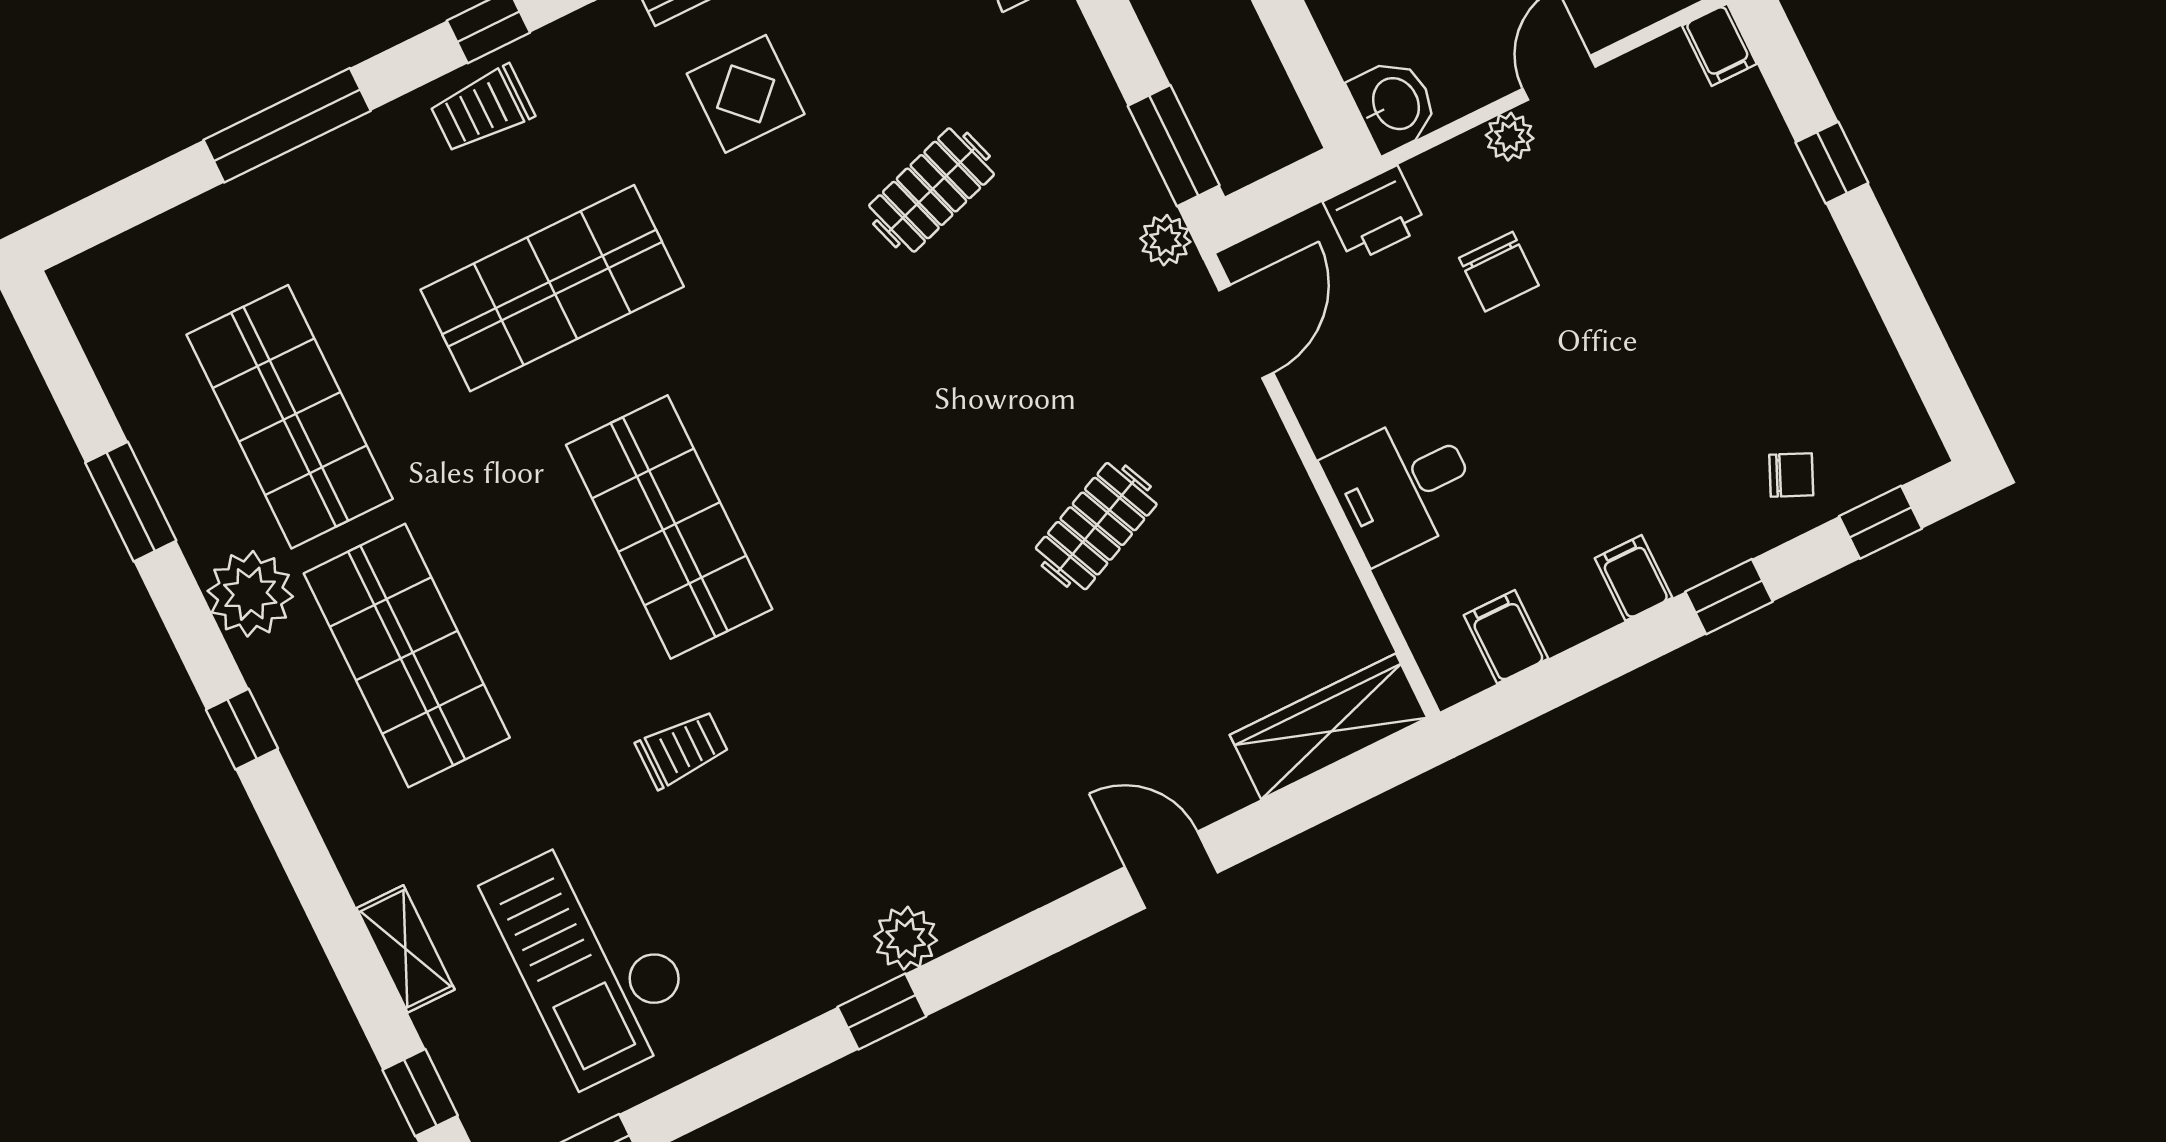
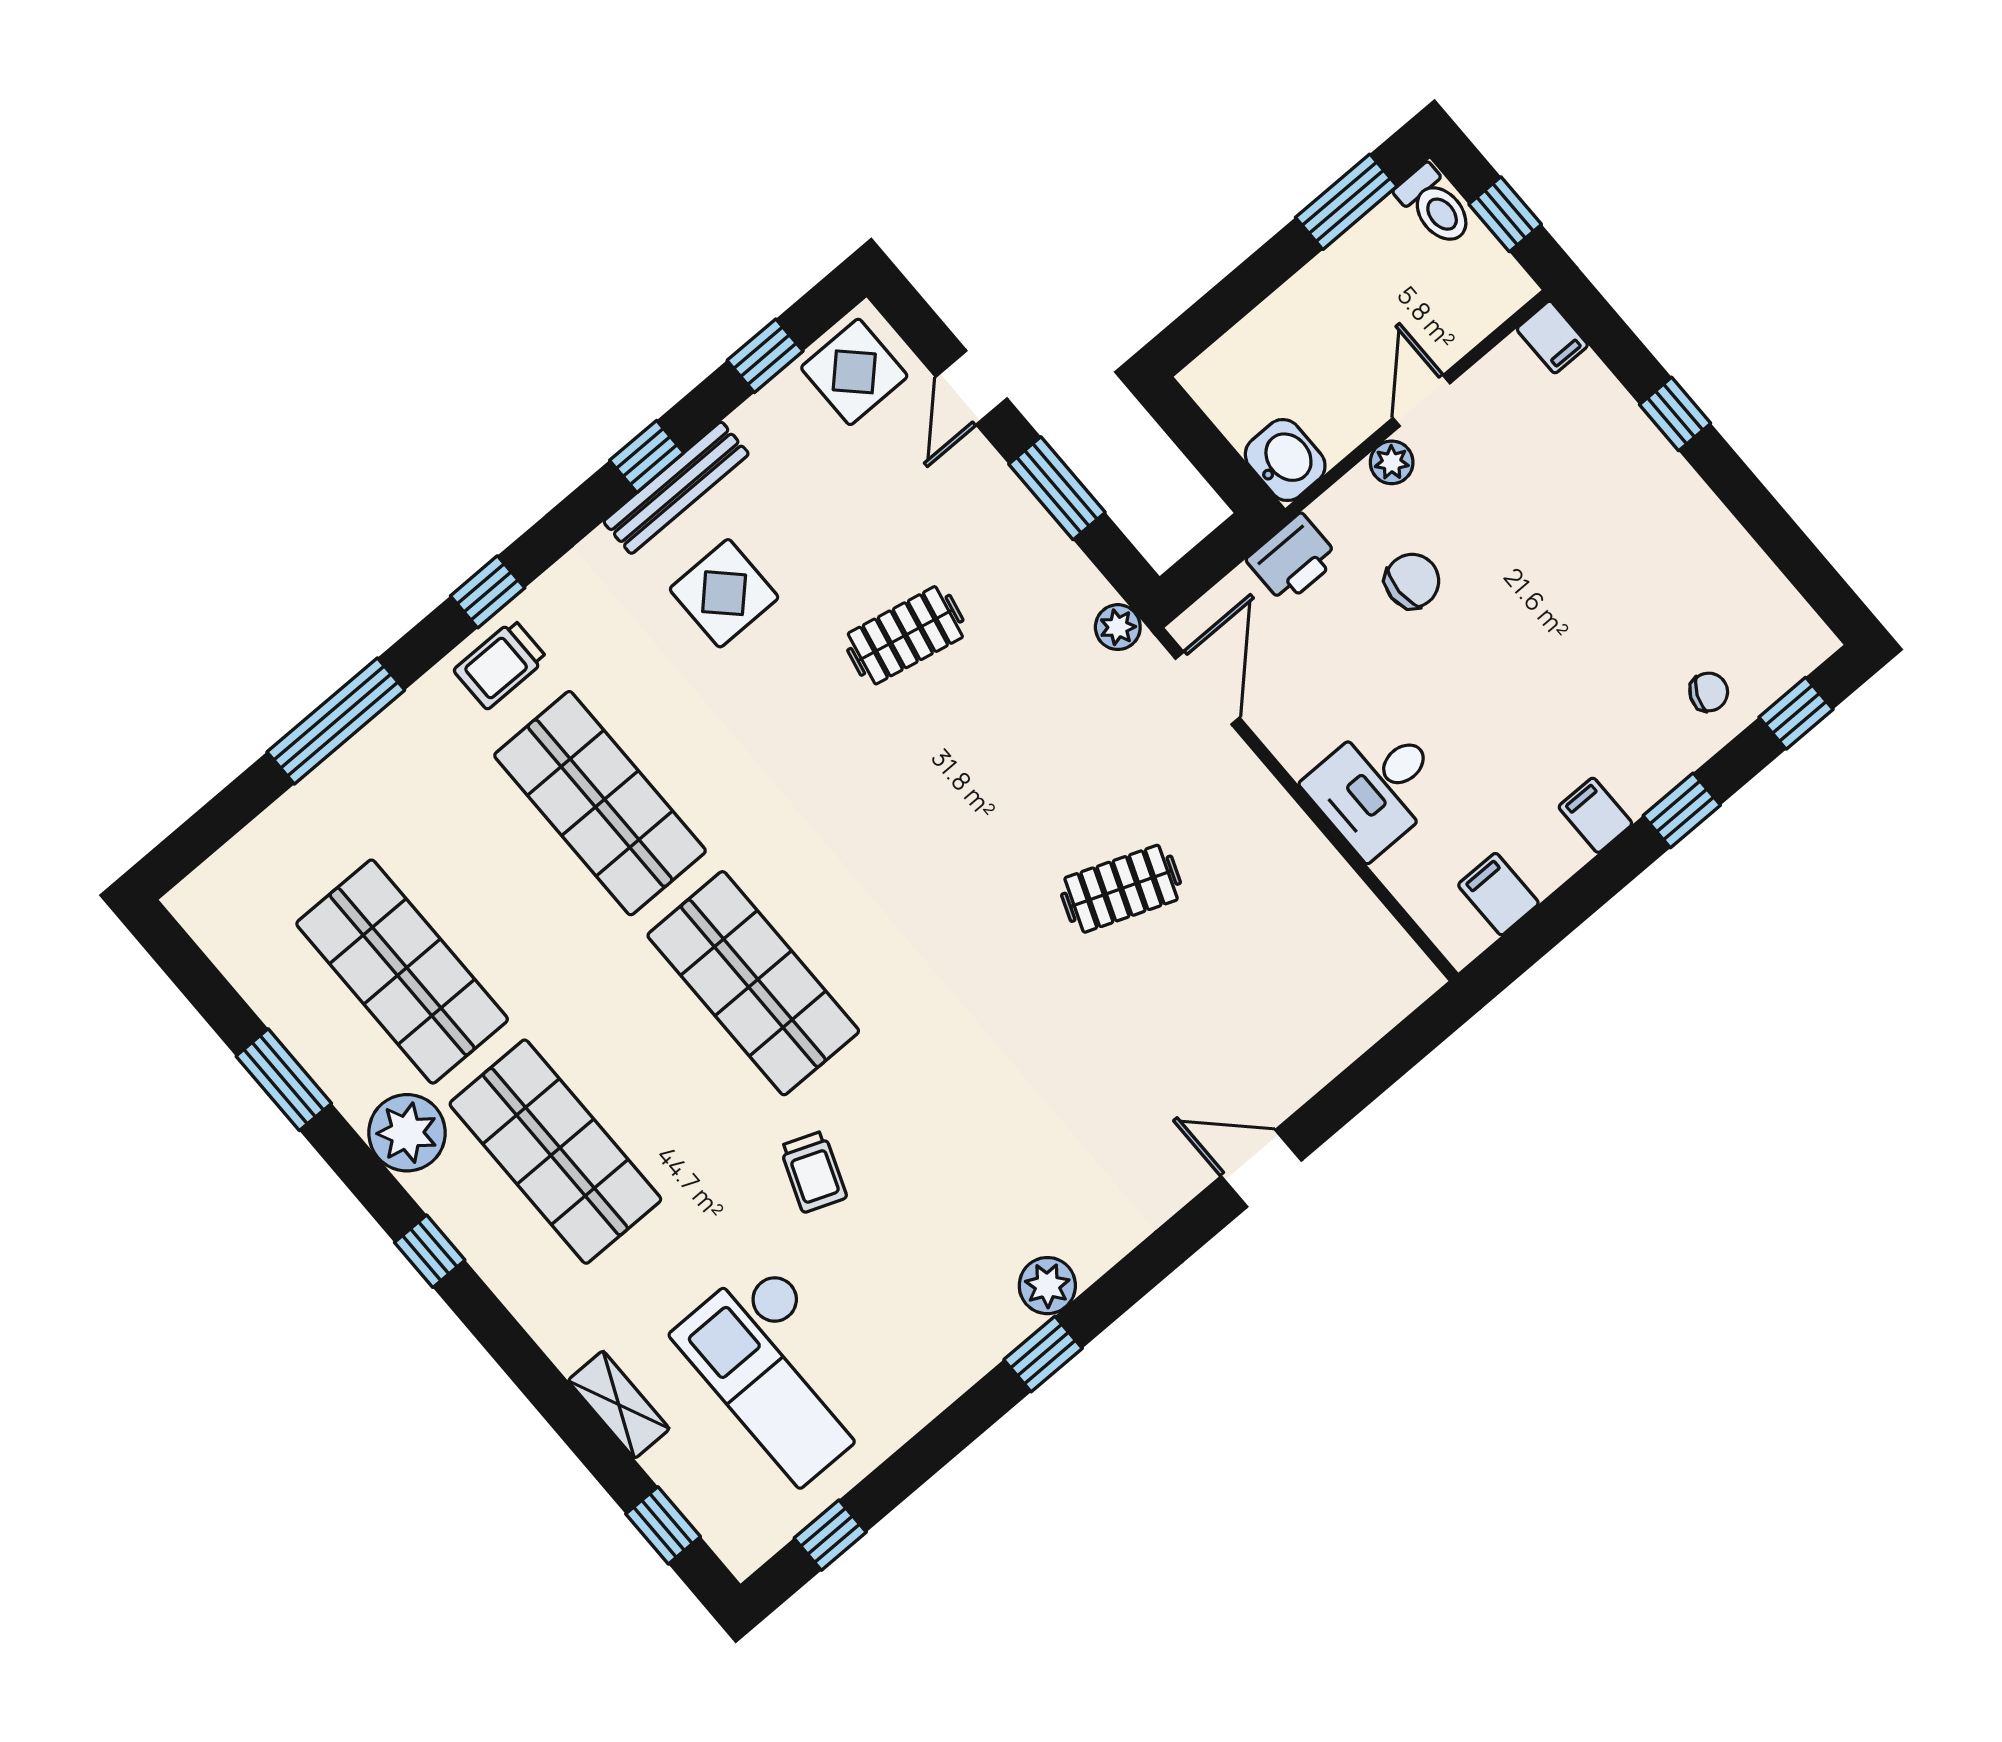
window: (1174, 146) -> (1057, 488), moved
clothes rail: (932, 190) -> (905, 635), turned 30
chair: (1499, 272) -> (1412, 581), turned -90
shop shelf: (552, 288) -> (600, 803), turned 90
clothes rail: (1096, 526) -> (1121, 889), turned 45
wardrobe: (1329, 726) -> (1365, 1010), removed
trolley: (682, 749) -> (813, 1172), turned 111

